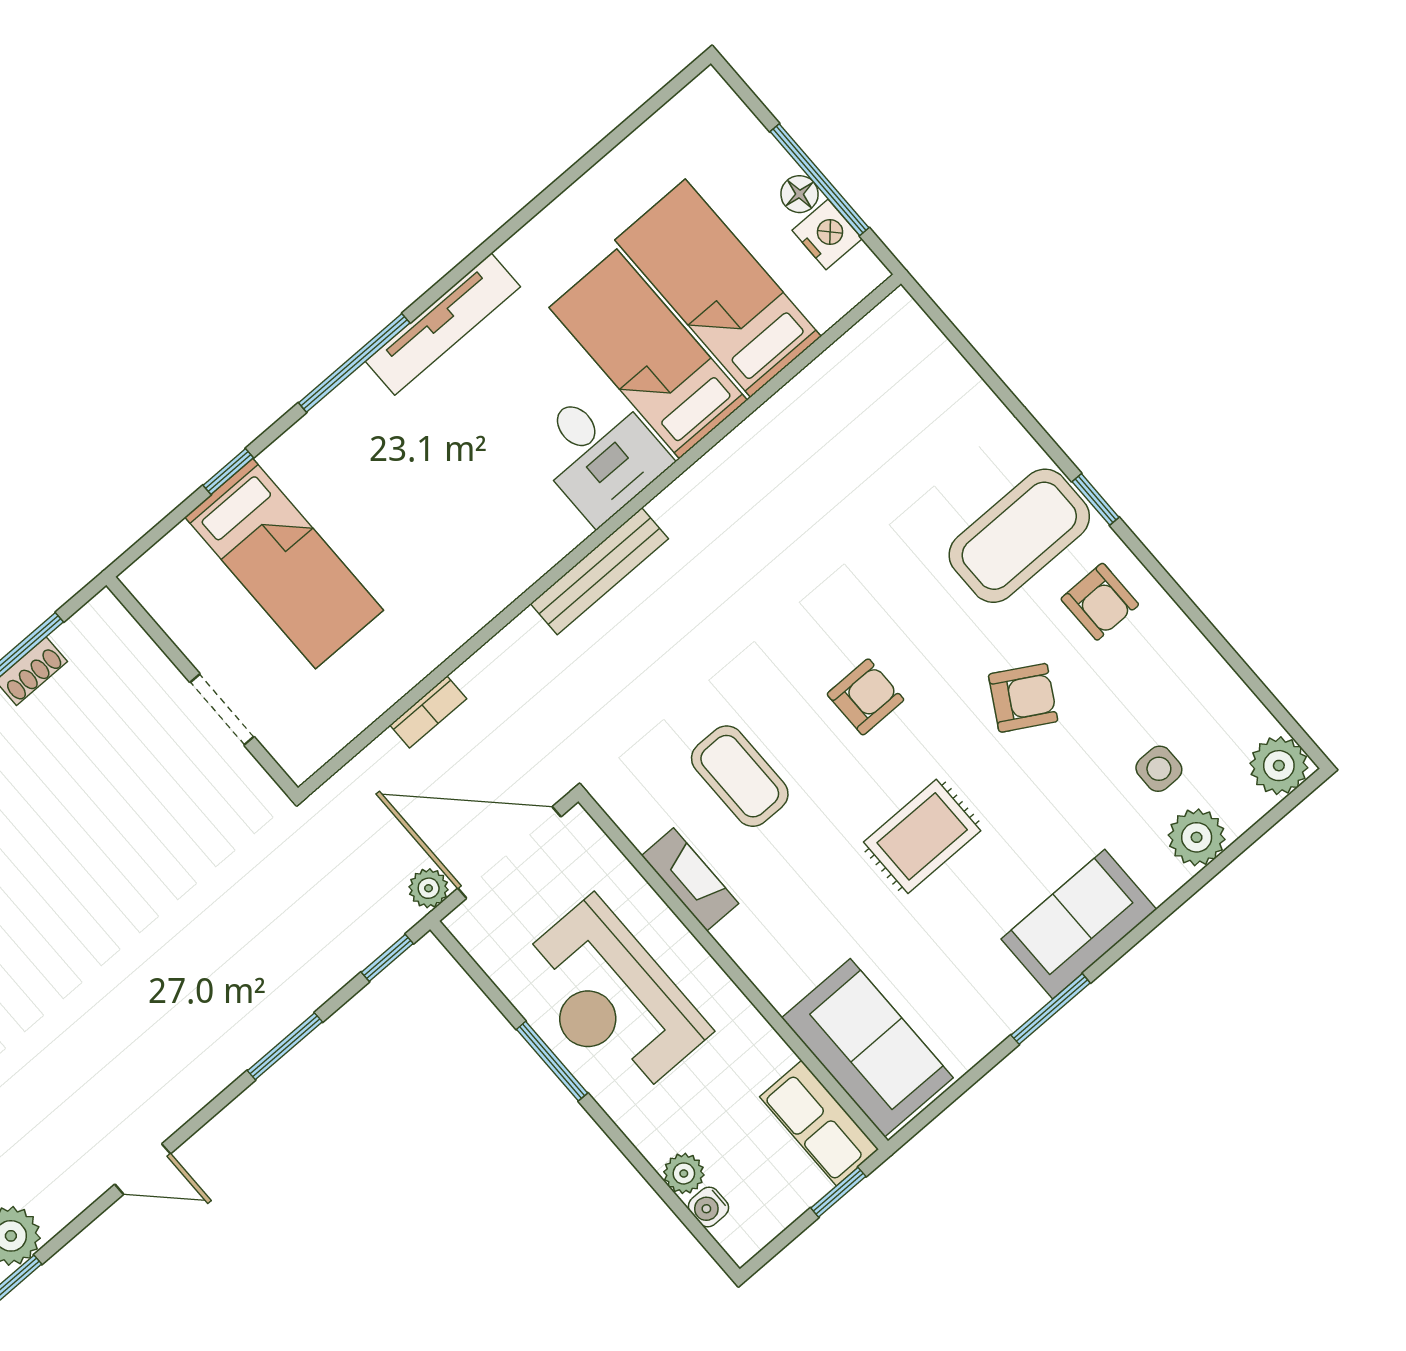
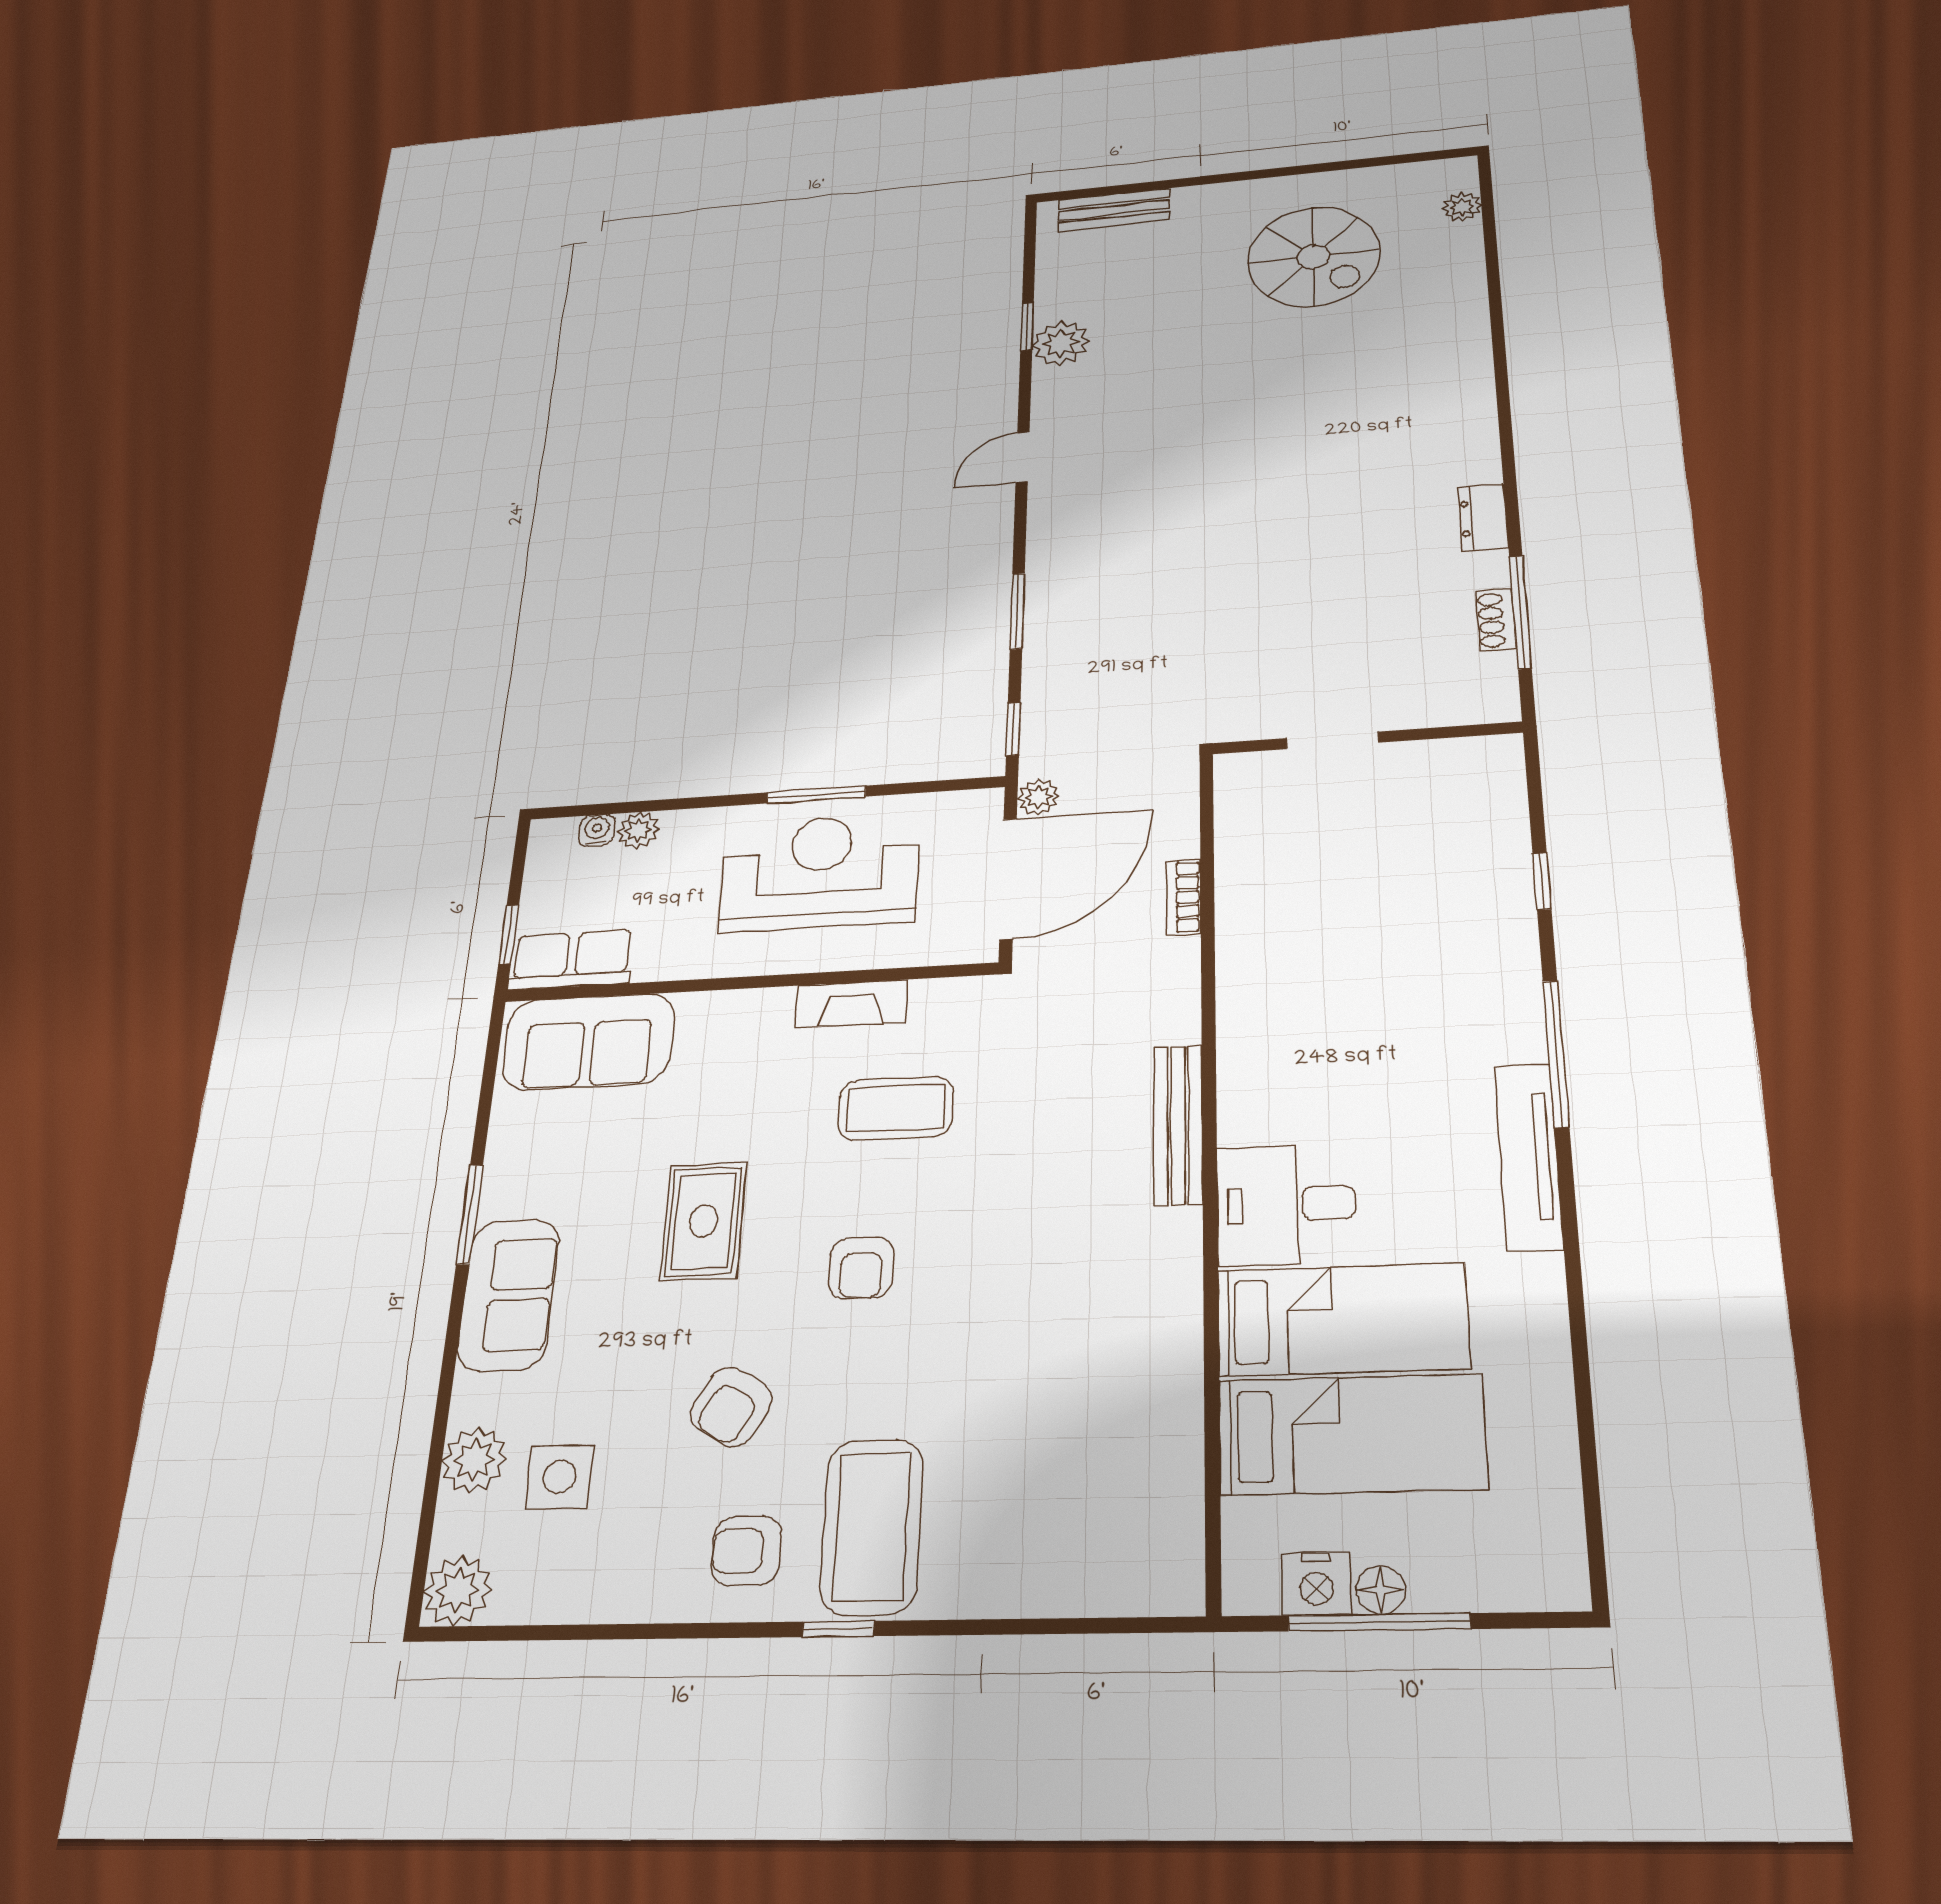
bed: (284, 564) -> (1417, 871), removed
side table: (1159, 769) -> (559, 1477), width x1.37, depth x1.37

